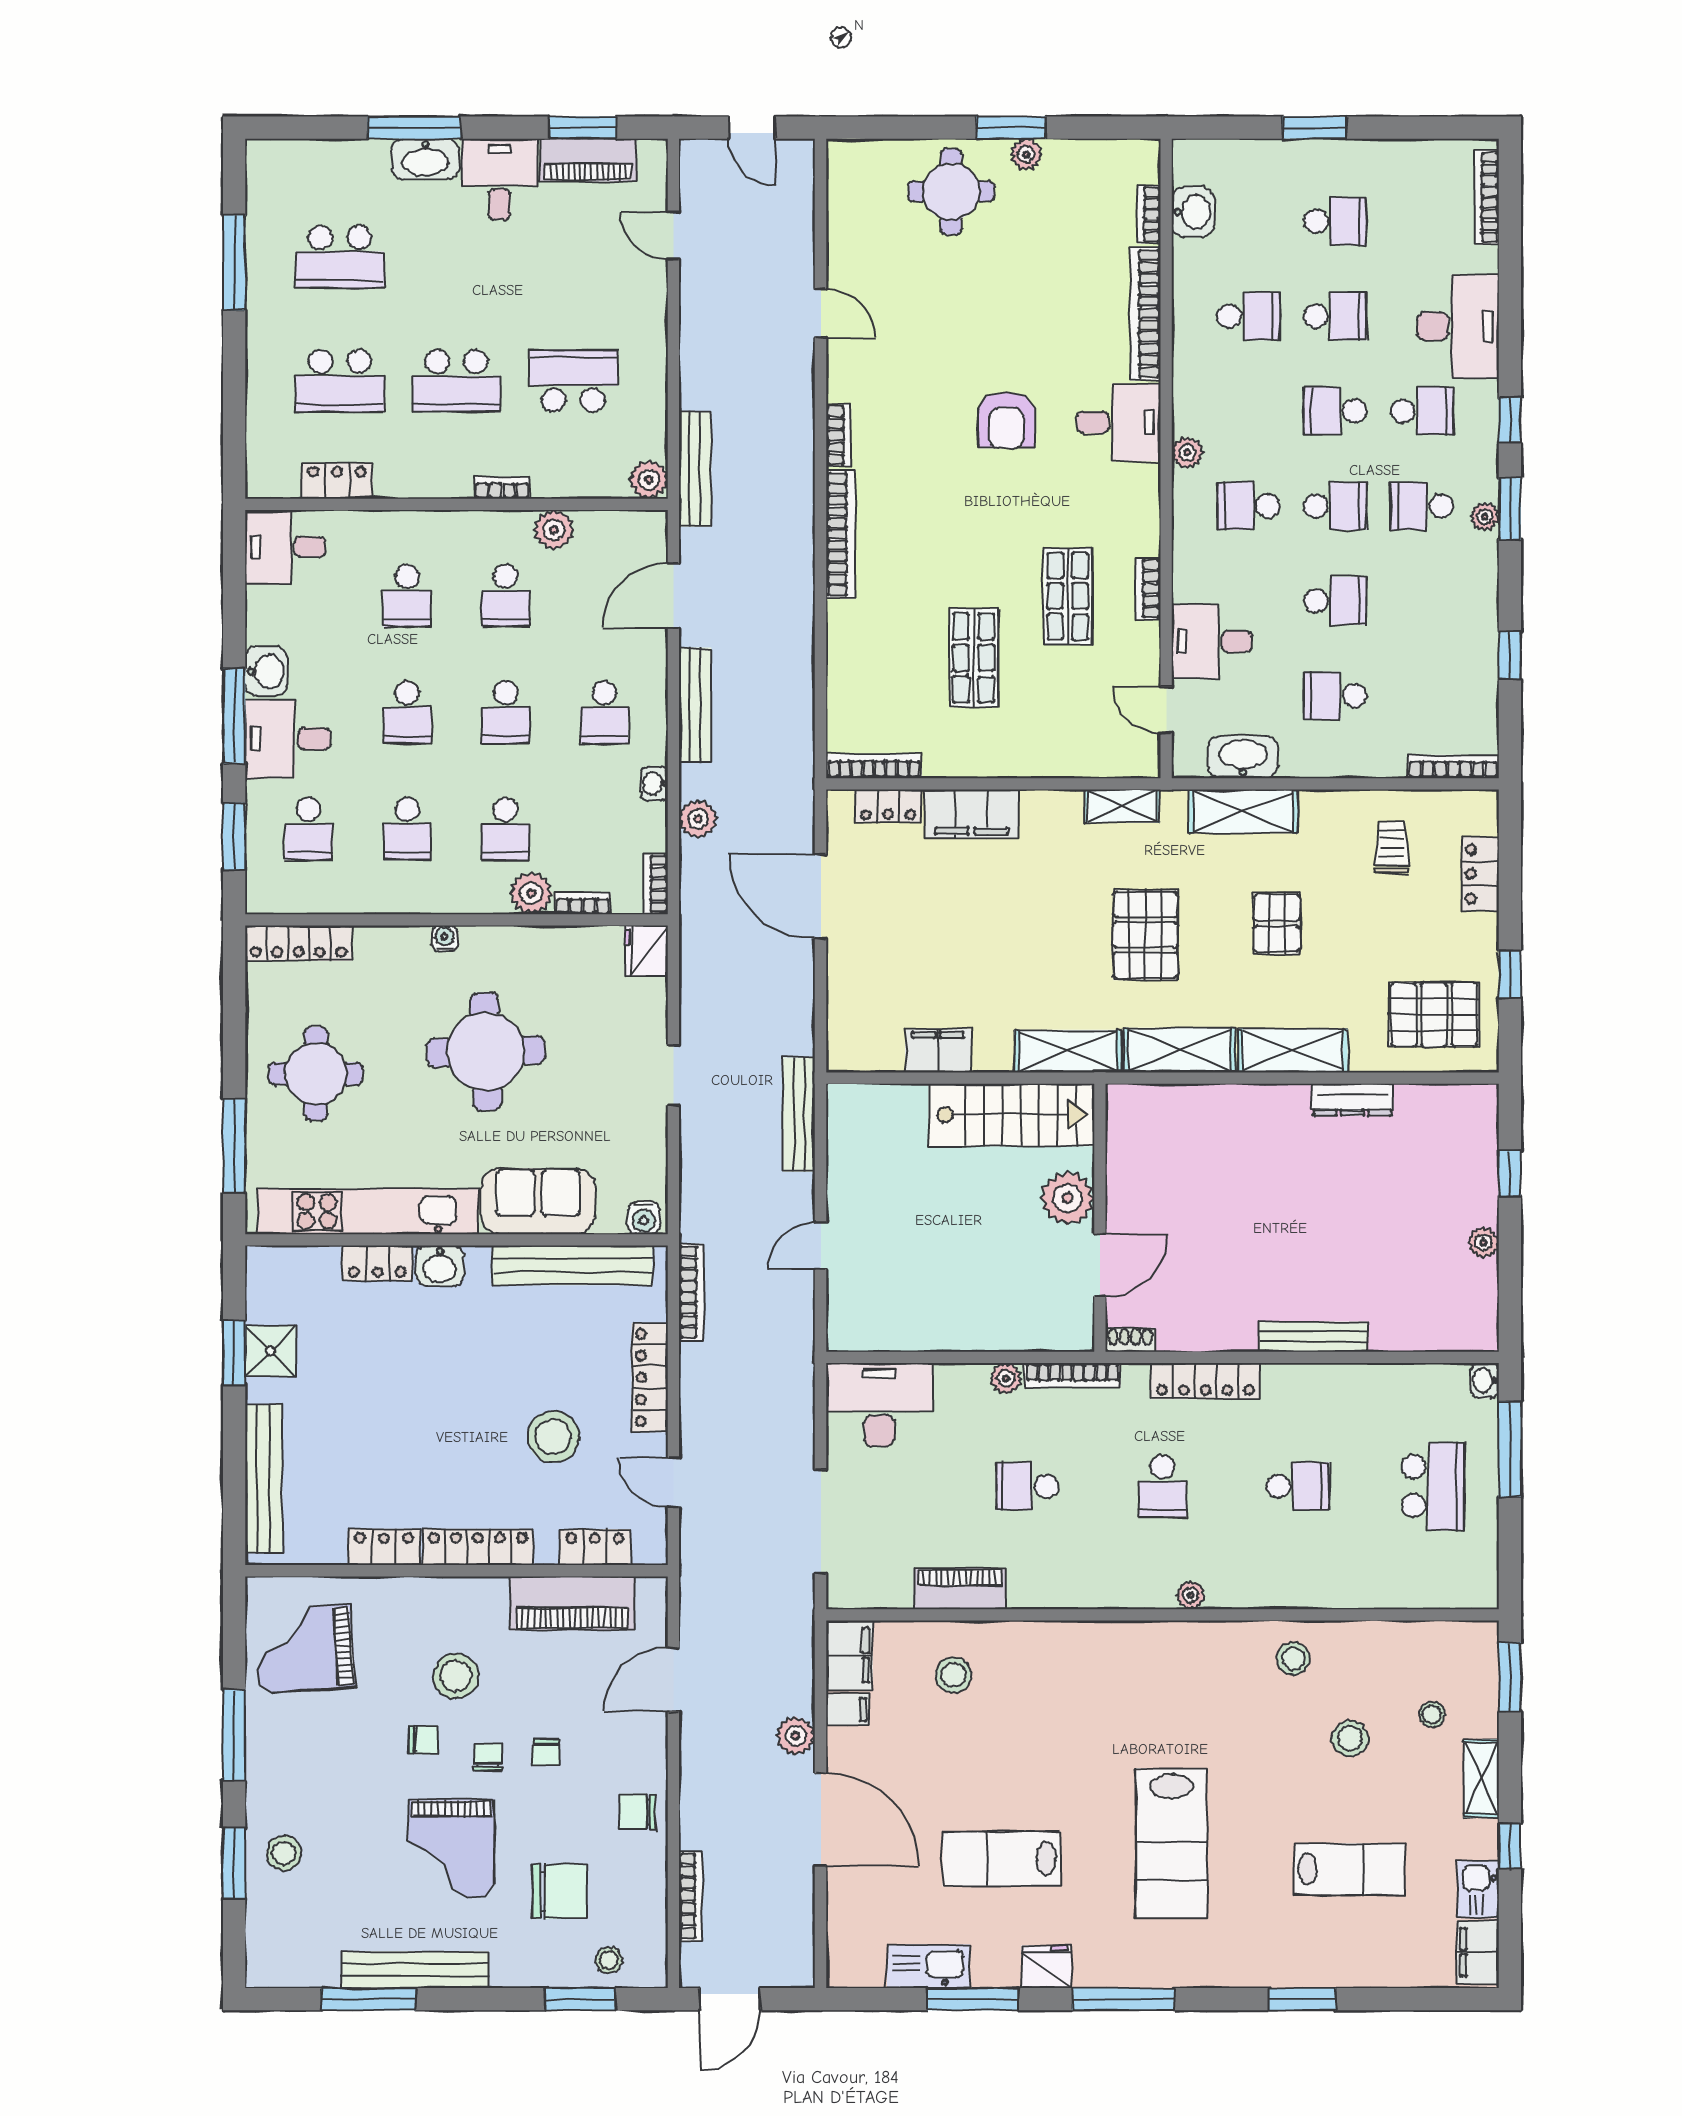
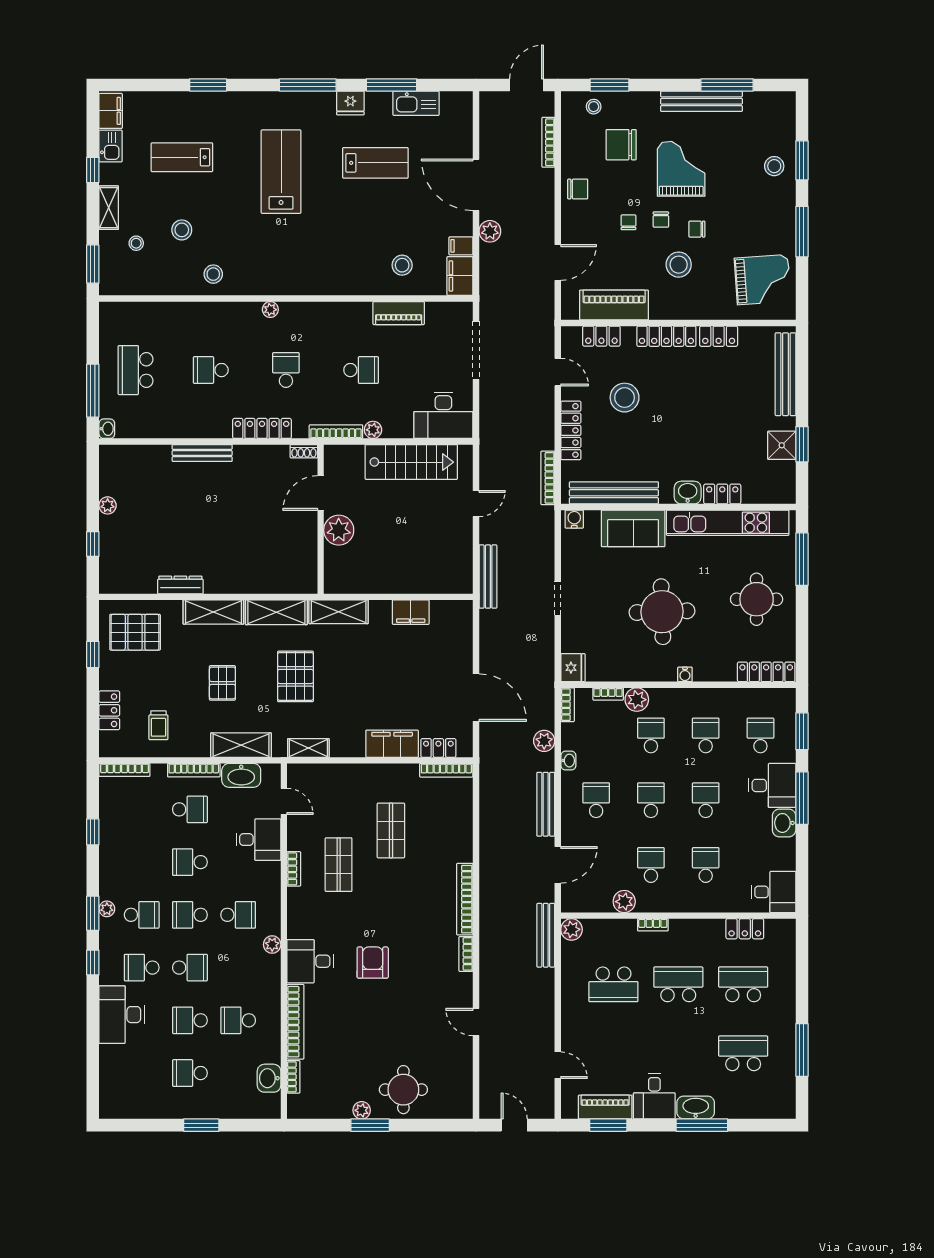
bookcase: (1487, 197) -> (194, 770), moved, turned 90
stairs: (1012, 1115) -> (411, 462), moved, turned 180

